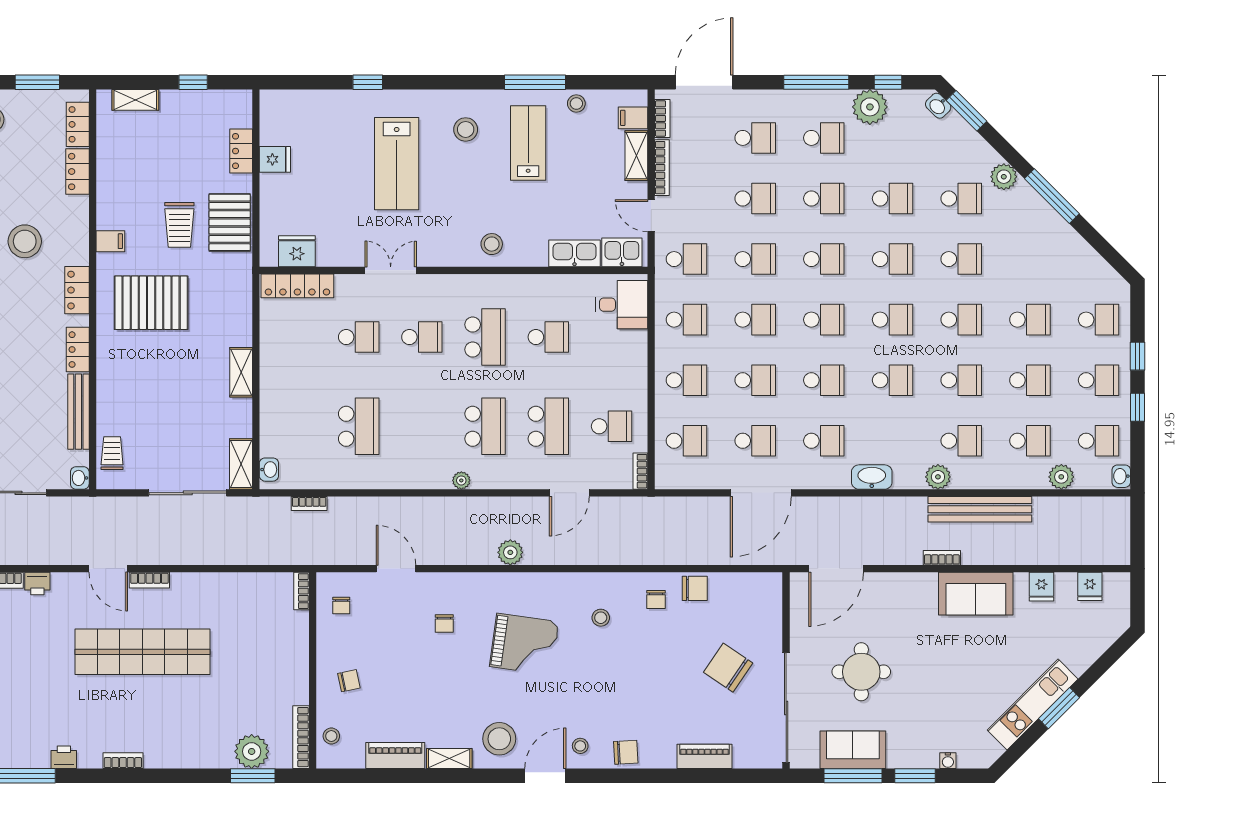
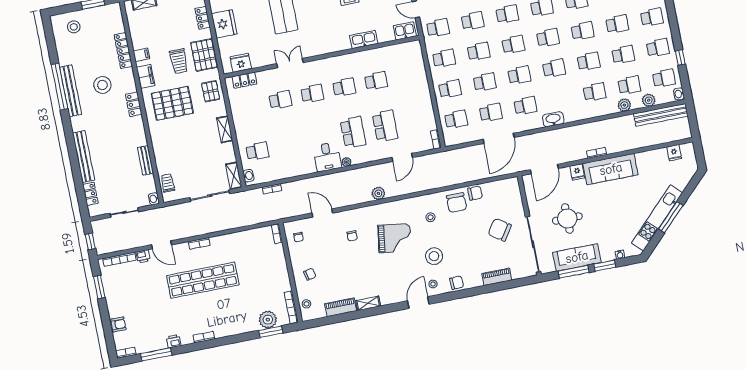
locker: (78, 124) -> (117, 21), removed
fridge: (275, 159) -> (224, 24), width x1.88, depth x1.34
locker: (77, 172) -> (123, 51), width x1.53
filing cabinet: (110, 198) -> (141, 55), added
filing cabinet: (110, 241) -> (146, 76), width x2.00
stool: (492, 244) -> (338, 40), removed
kitchen sink: (575, 253) -> (364, 40), moved
locker: (297, 286) -> (244, 80), width x0.66
pallet: (229, 294) -> (211, 91), added
desk: (622, 305) -> (327, 157), moved, turned 90
school desk: (485, 337) -> (344, 87), width x0.54
locker: (78, 350) -> (140, 134), removed
window: (1138, 356) -> (675, 32), removed
bench: (78, 412) -> (146, 160), width x0.73
school desk: (359, 426) -> (257, 151), moved, width x0.54
school desk: (612, 426) -> (417, 120), removed
plant: (938, 477) -> (624, 105), moved
bench: (980, 509) -> (661, 115), moved
door: (108, 569) -> (161, 245), moved
fridge: (1041, 587) -> (577, 172), moved
sofa: (976, 594) -> (611, 169), width x1.36
chair: (656, 599) -> (457, 203), width x1.87, depth x1.87
kitchen unit: (1033, 705) -> (657, 218), width x1.36
window: (1059, 708) -> (671, 217), width x1.44
stool: (499, 739) -> (434, 256), moved
sofa: (853, 750) -> (577, 257), width x1.36

